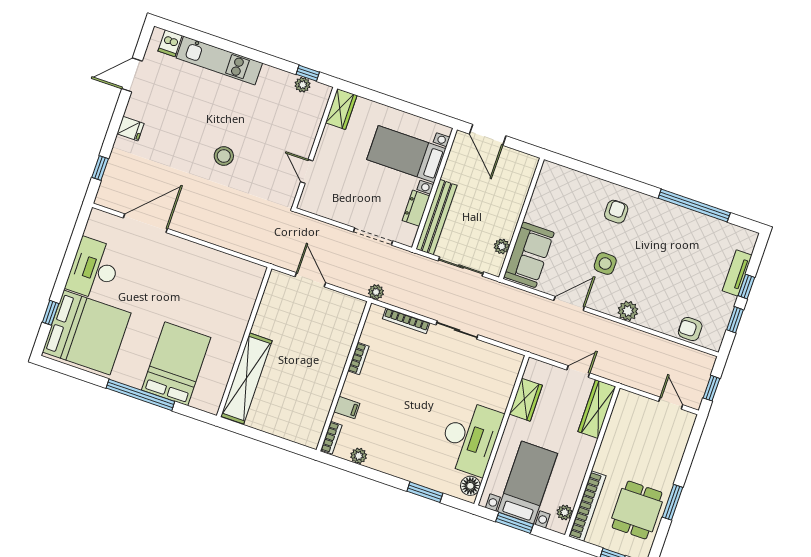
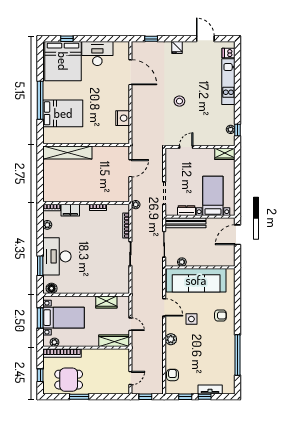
sofa: (529, 255) -> (196, 280), width x1.85, depth x1.27
nightstand: (220, 264) -> (123, 118), added
filing cabinet: (347, 408) -> (70, 210), width x2.00
desk: (470, 438) -> (57, 256), moved, turned 90

